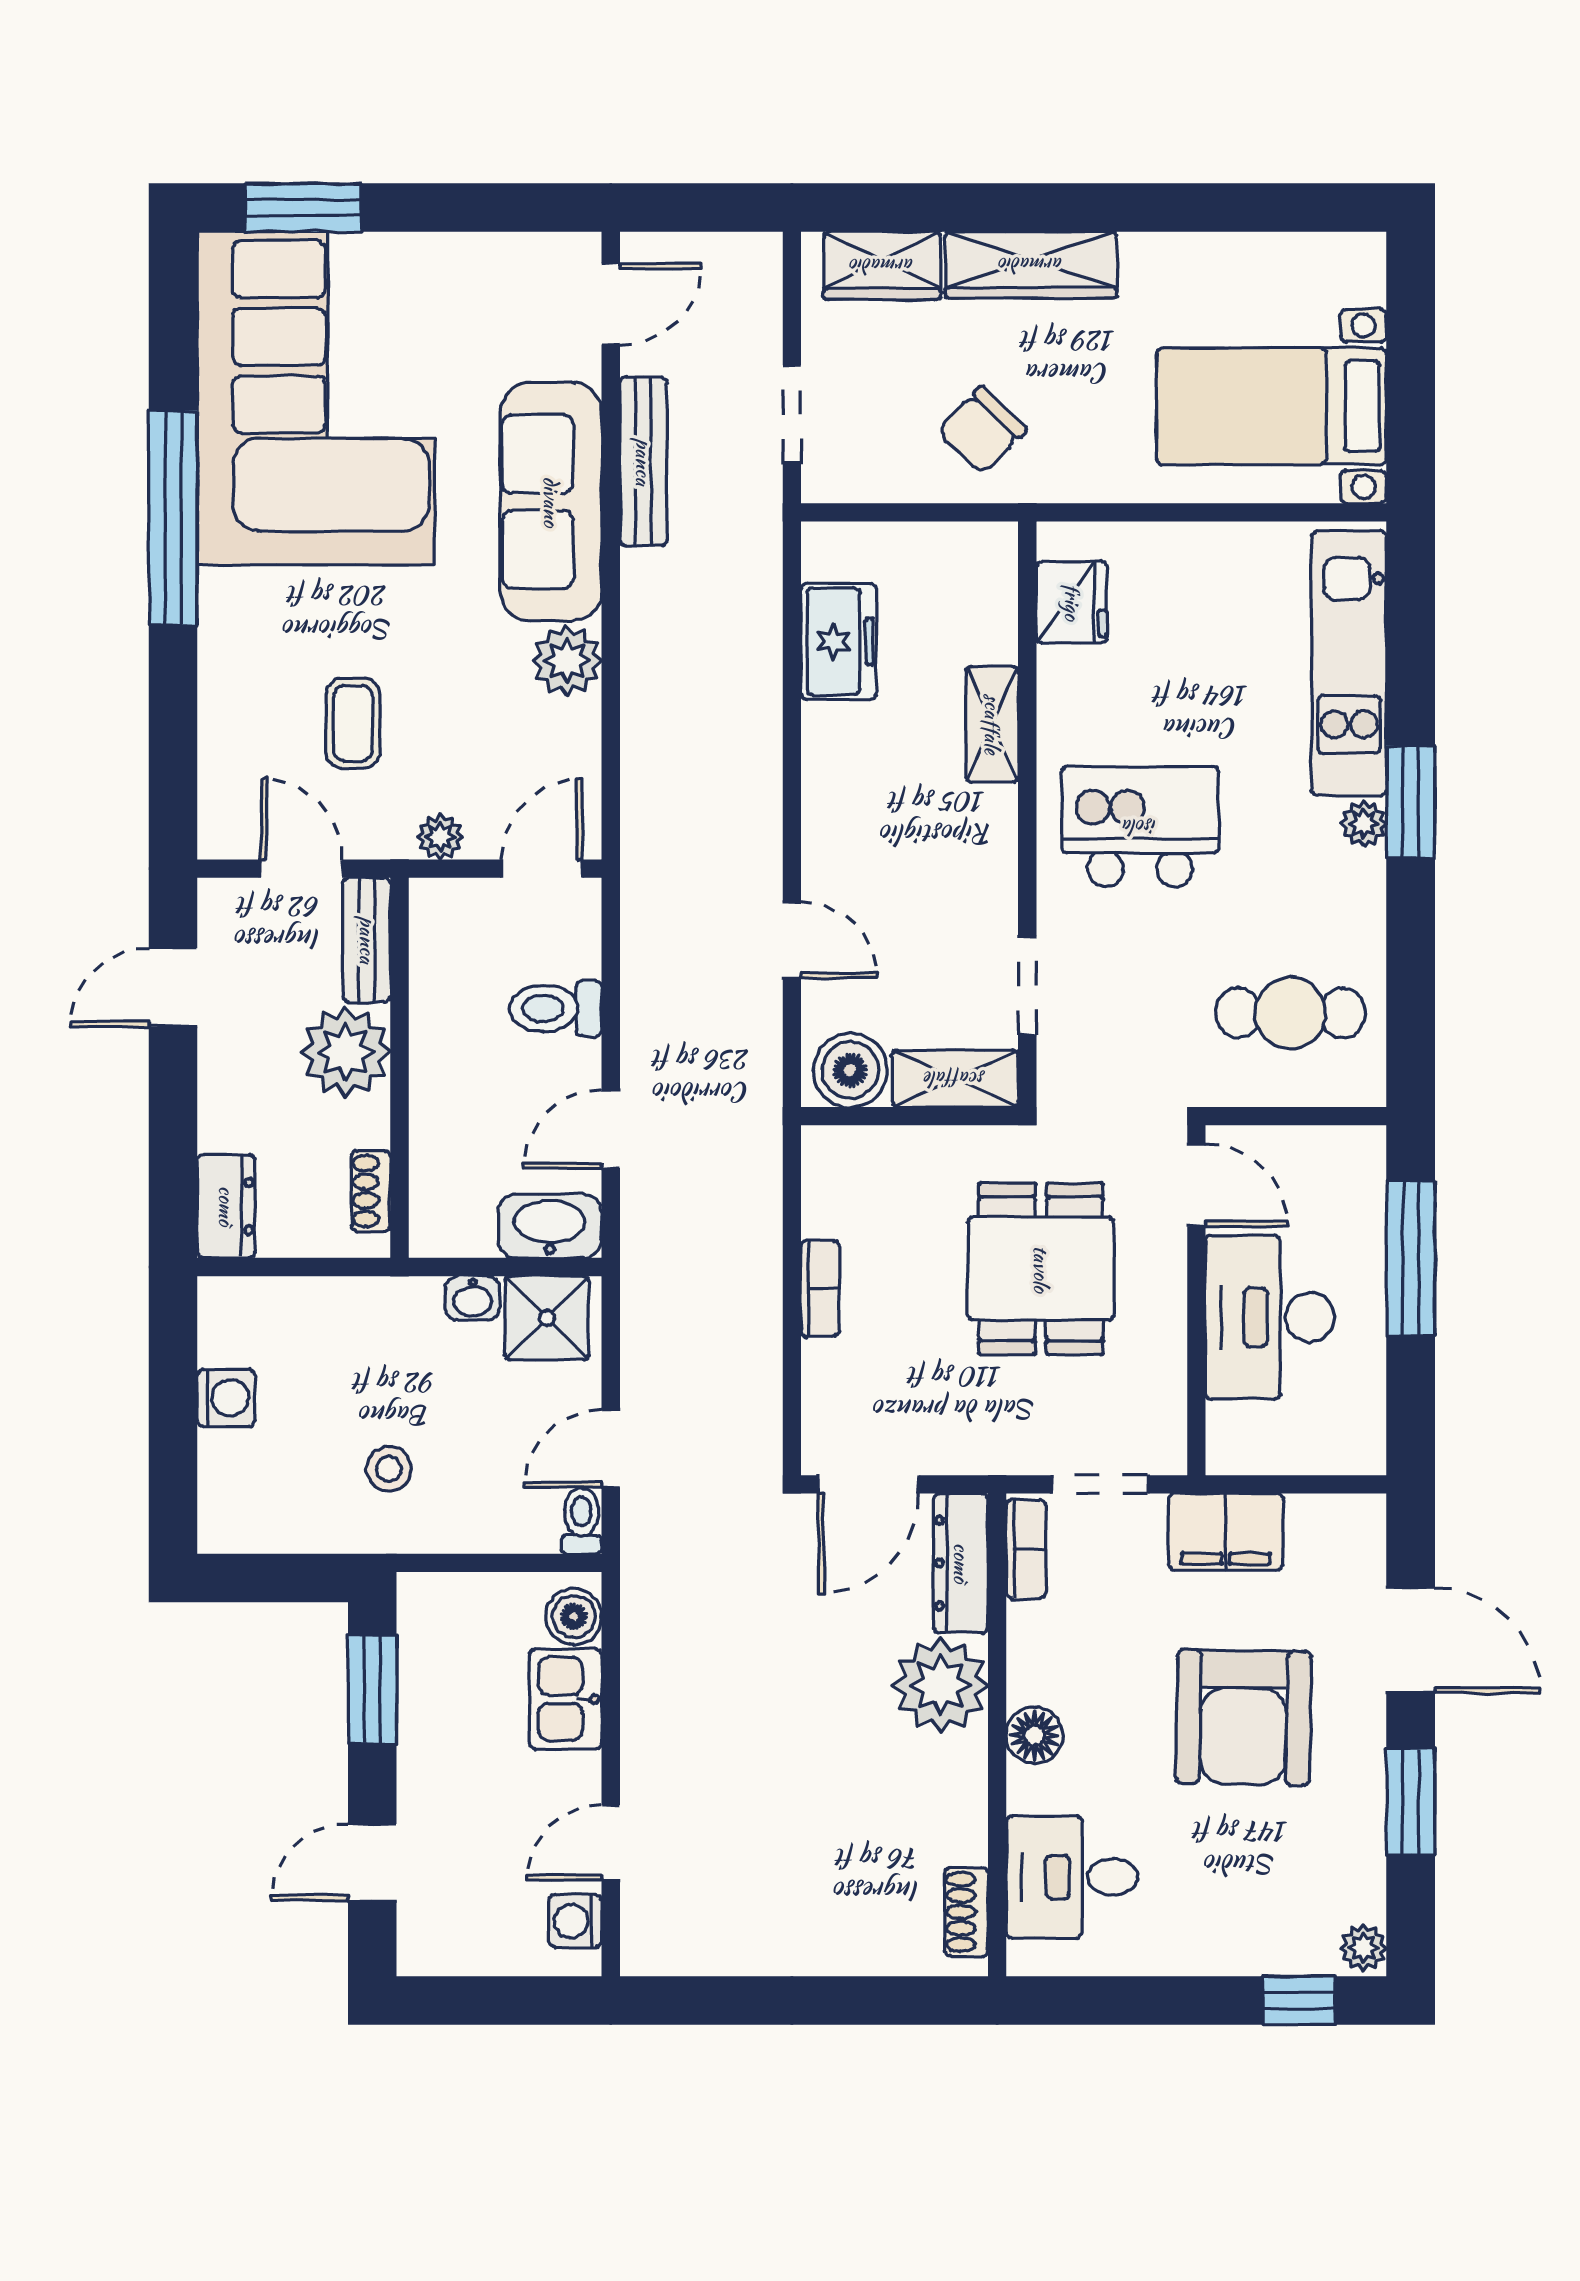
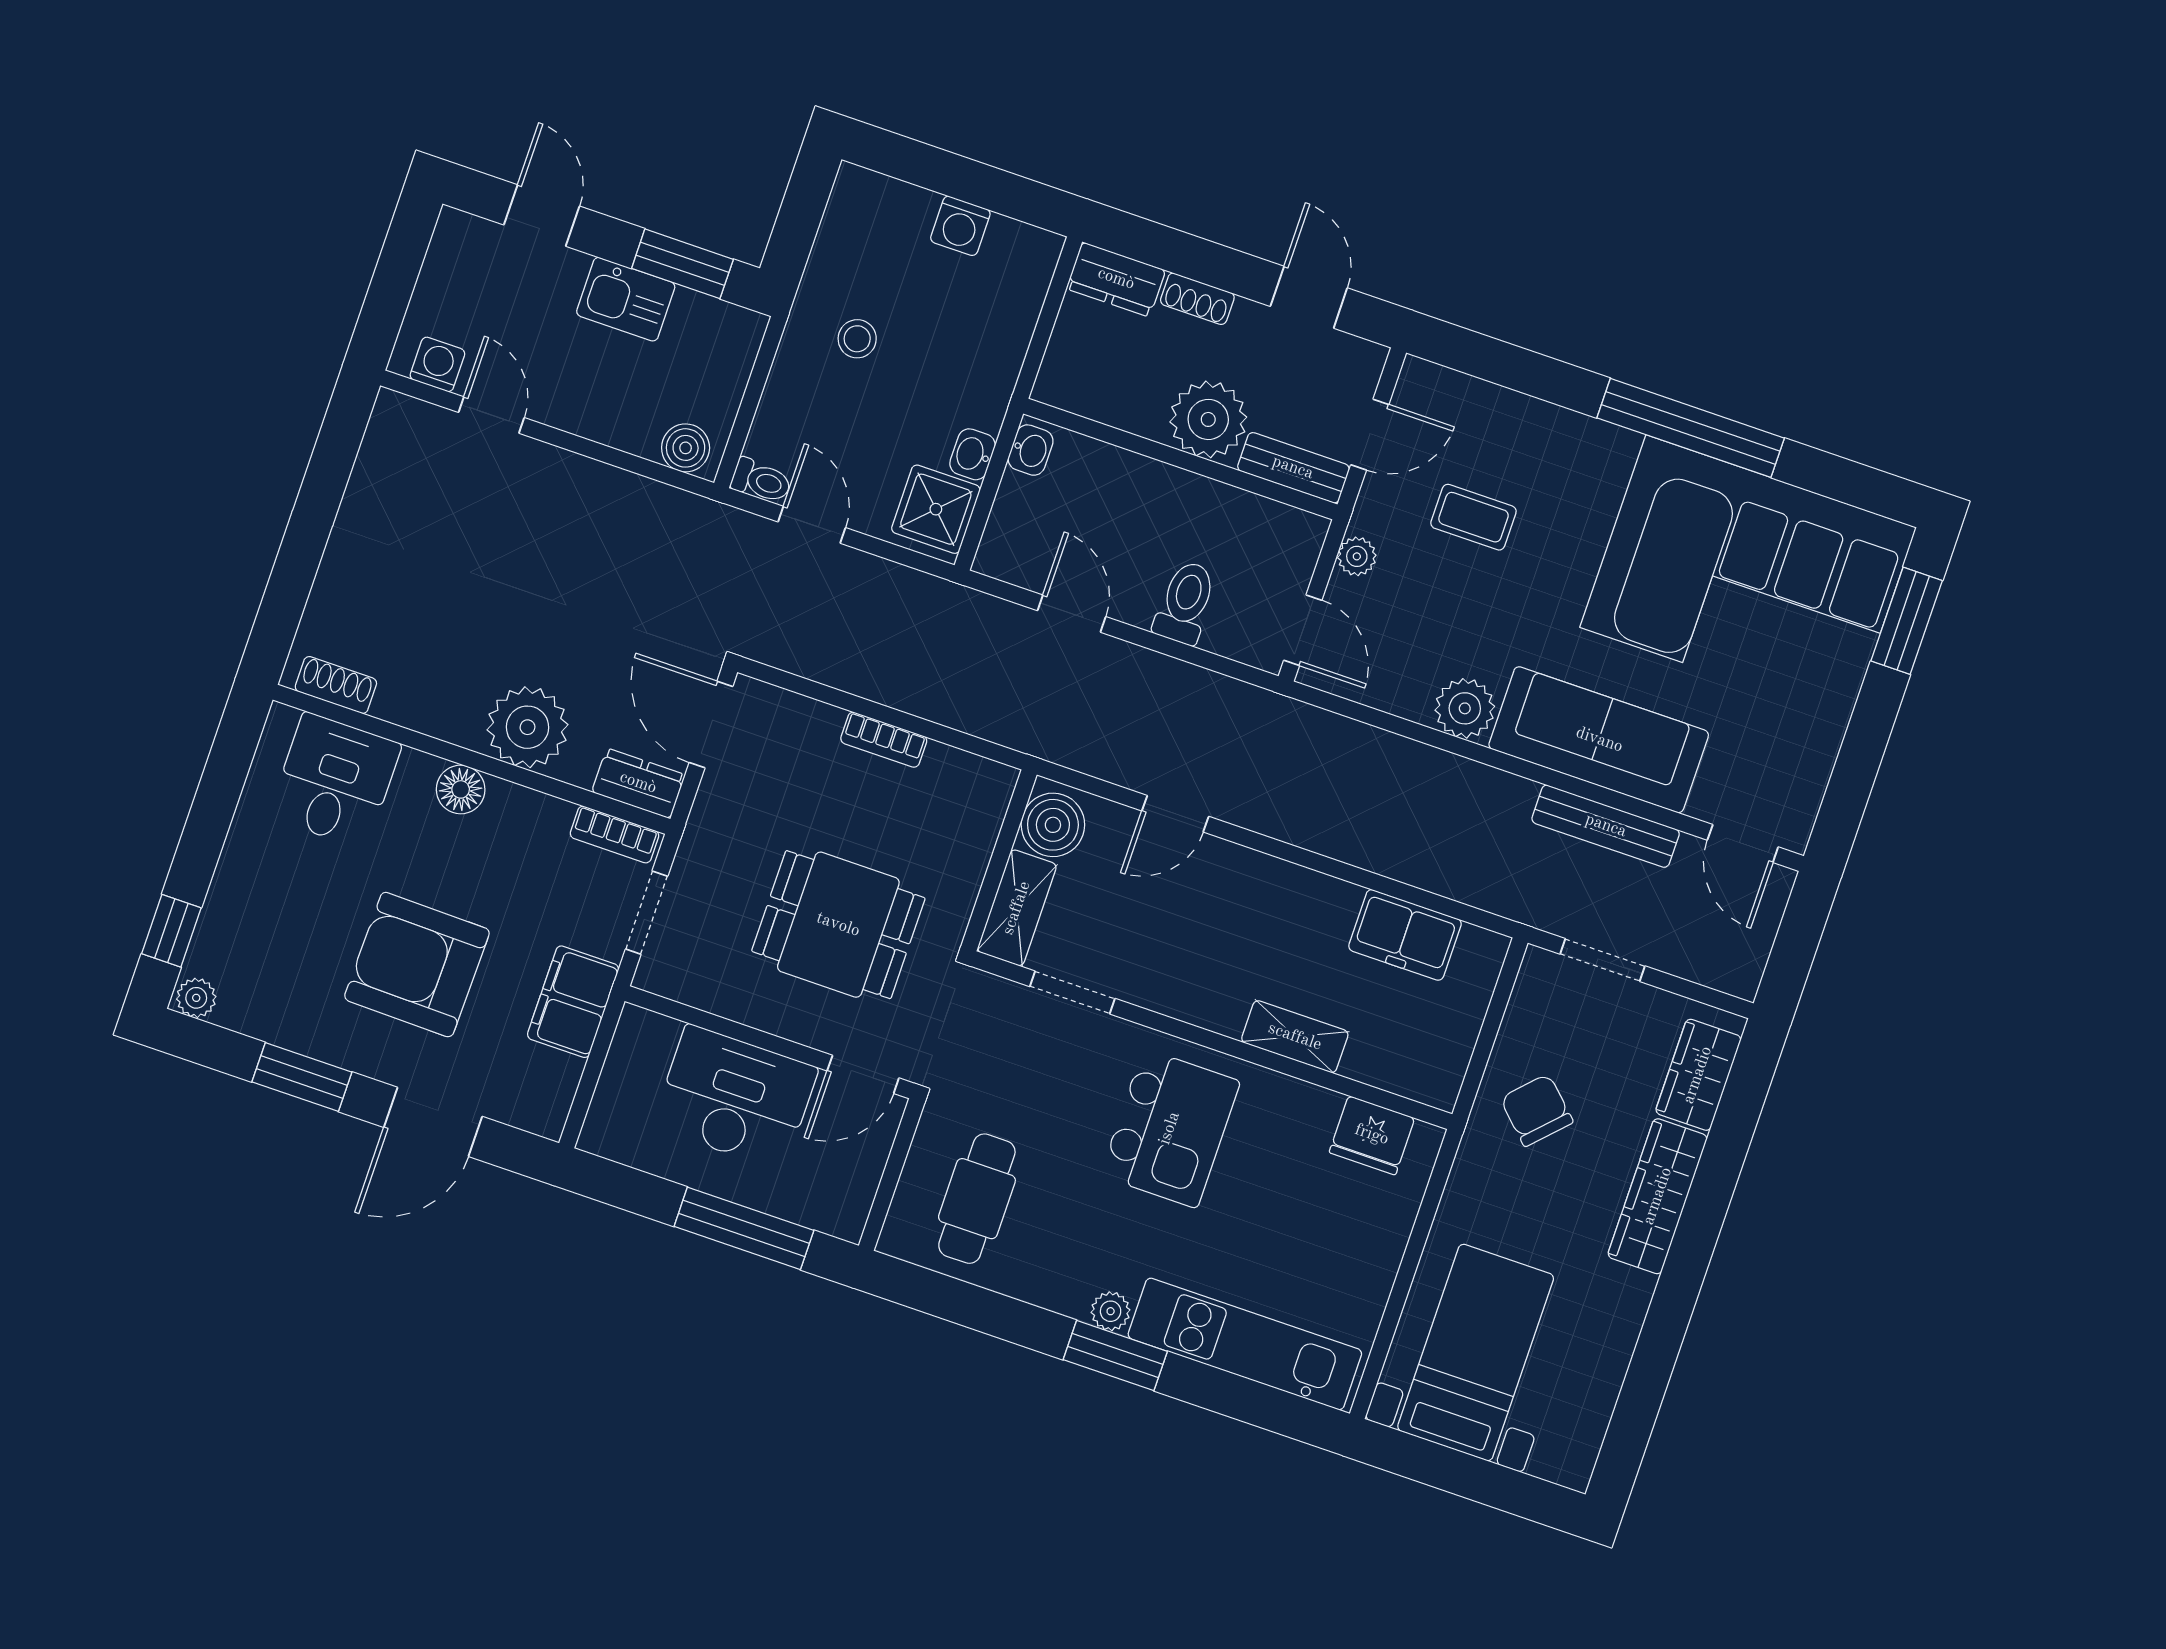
shoe rack: (371, 1191) -> (1197, 299), moved, turned 180
washbasin: (550, 1226) -> (1031, 450), moved, width x0.52, depth x0.69
dresser: (961, 1563) -> (638, 783), width x0.70
kitchen sink: (566, 1699) -> (626, 299), moved, turned 180

